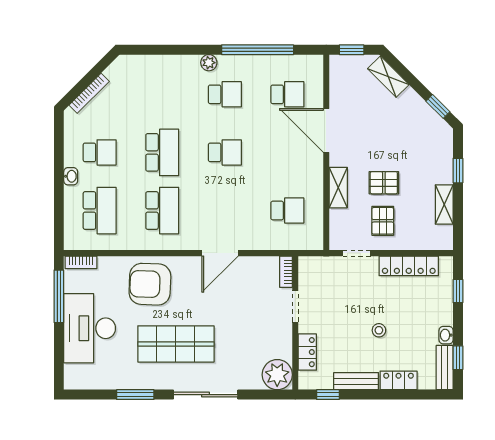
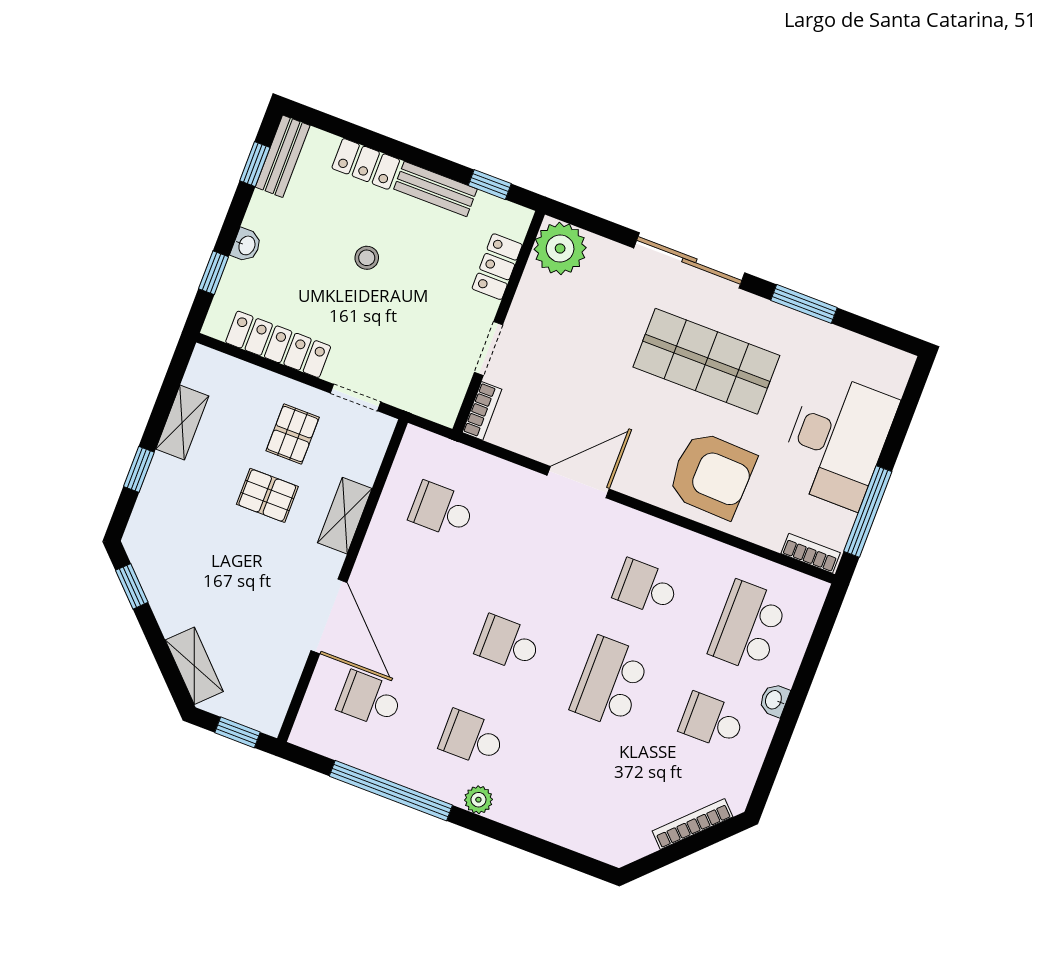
school desk: (162, 211) -> (646, 587), width x0.54
washbasin: (446, 335) -> (246, 245), moved

